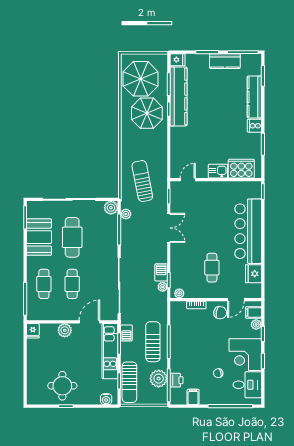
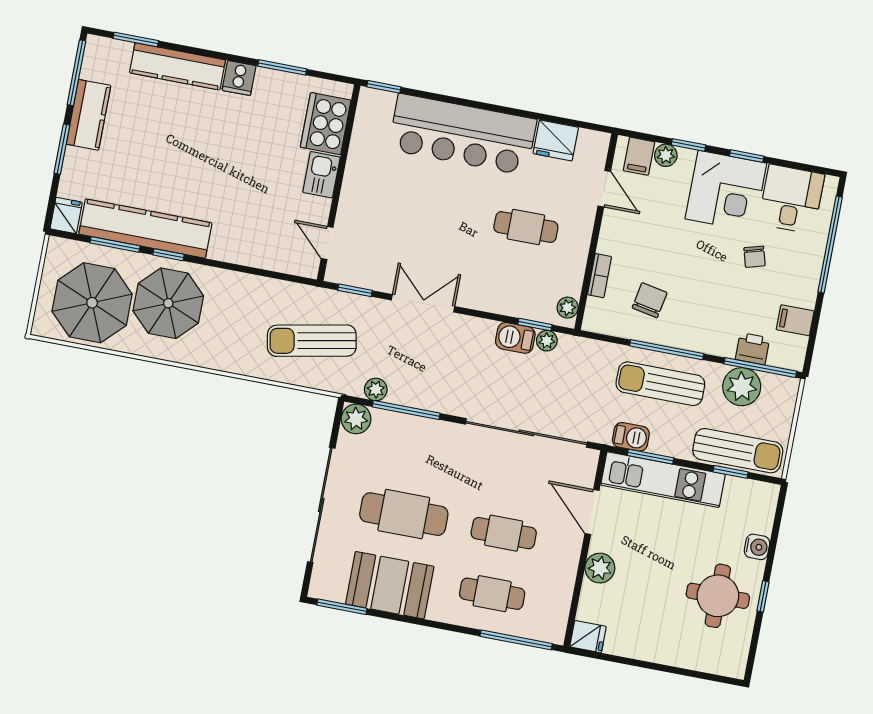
chair: (220, 313) -> (650, 300), moved
water cooler: (106, 399) -> (757, 547), moved

